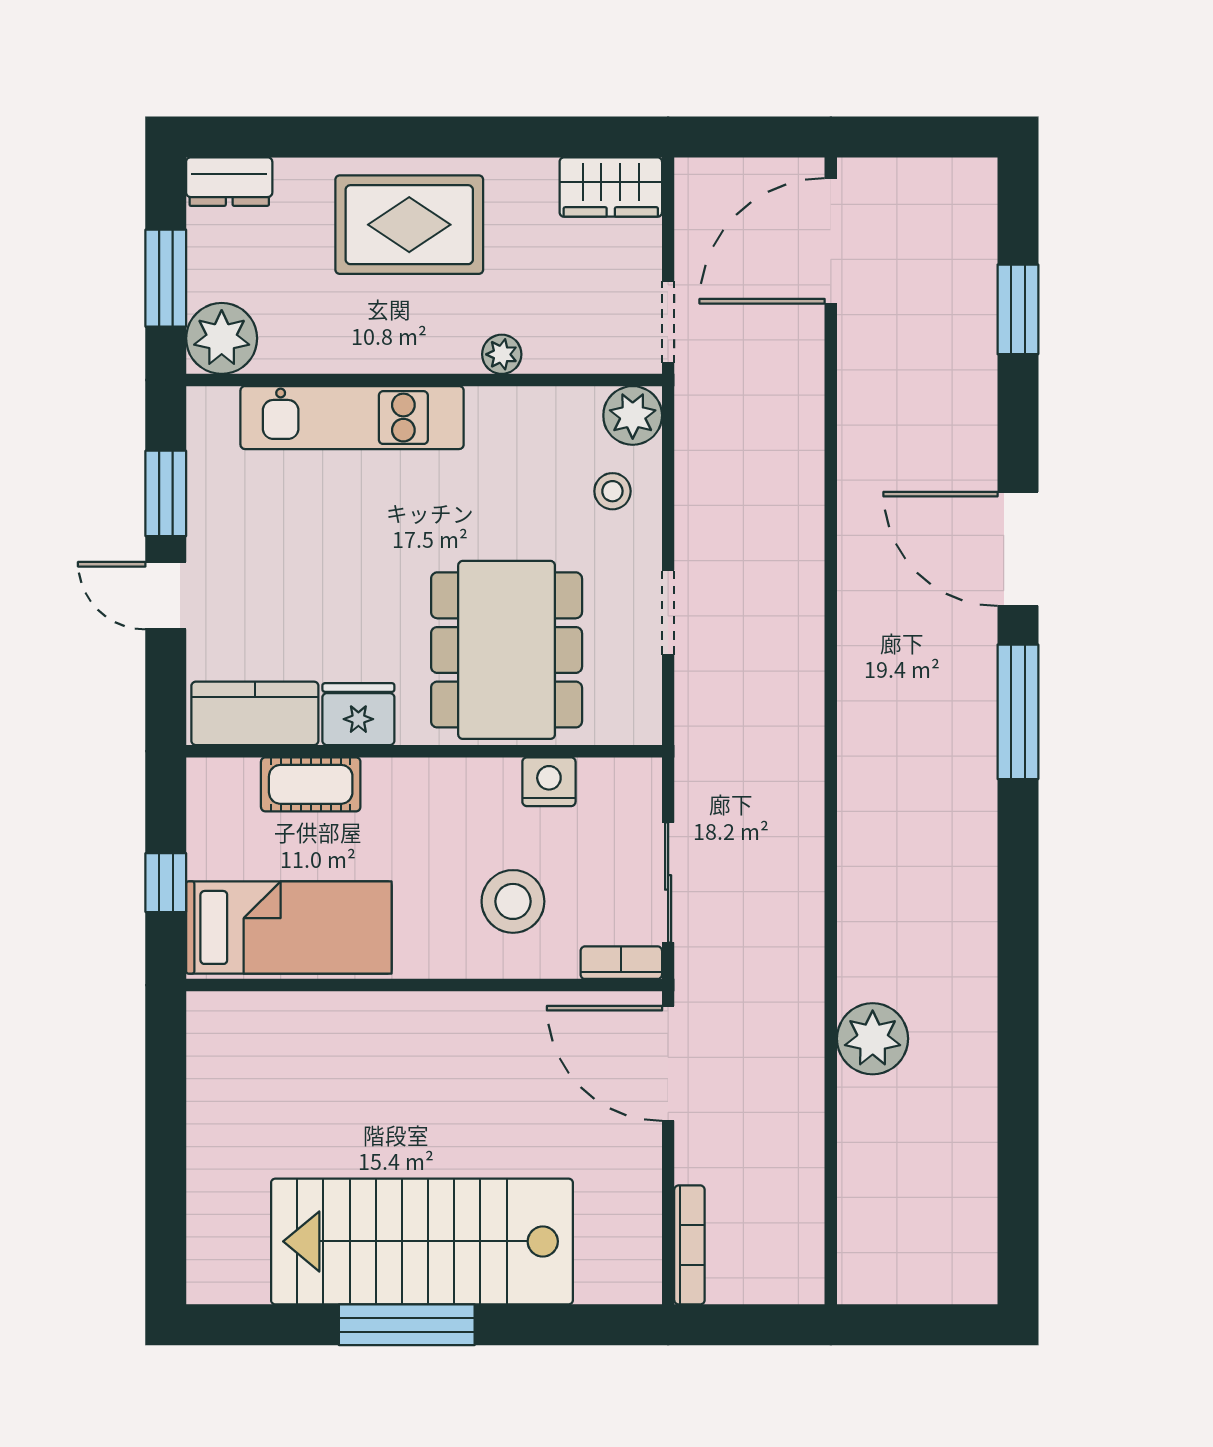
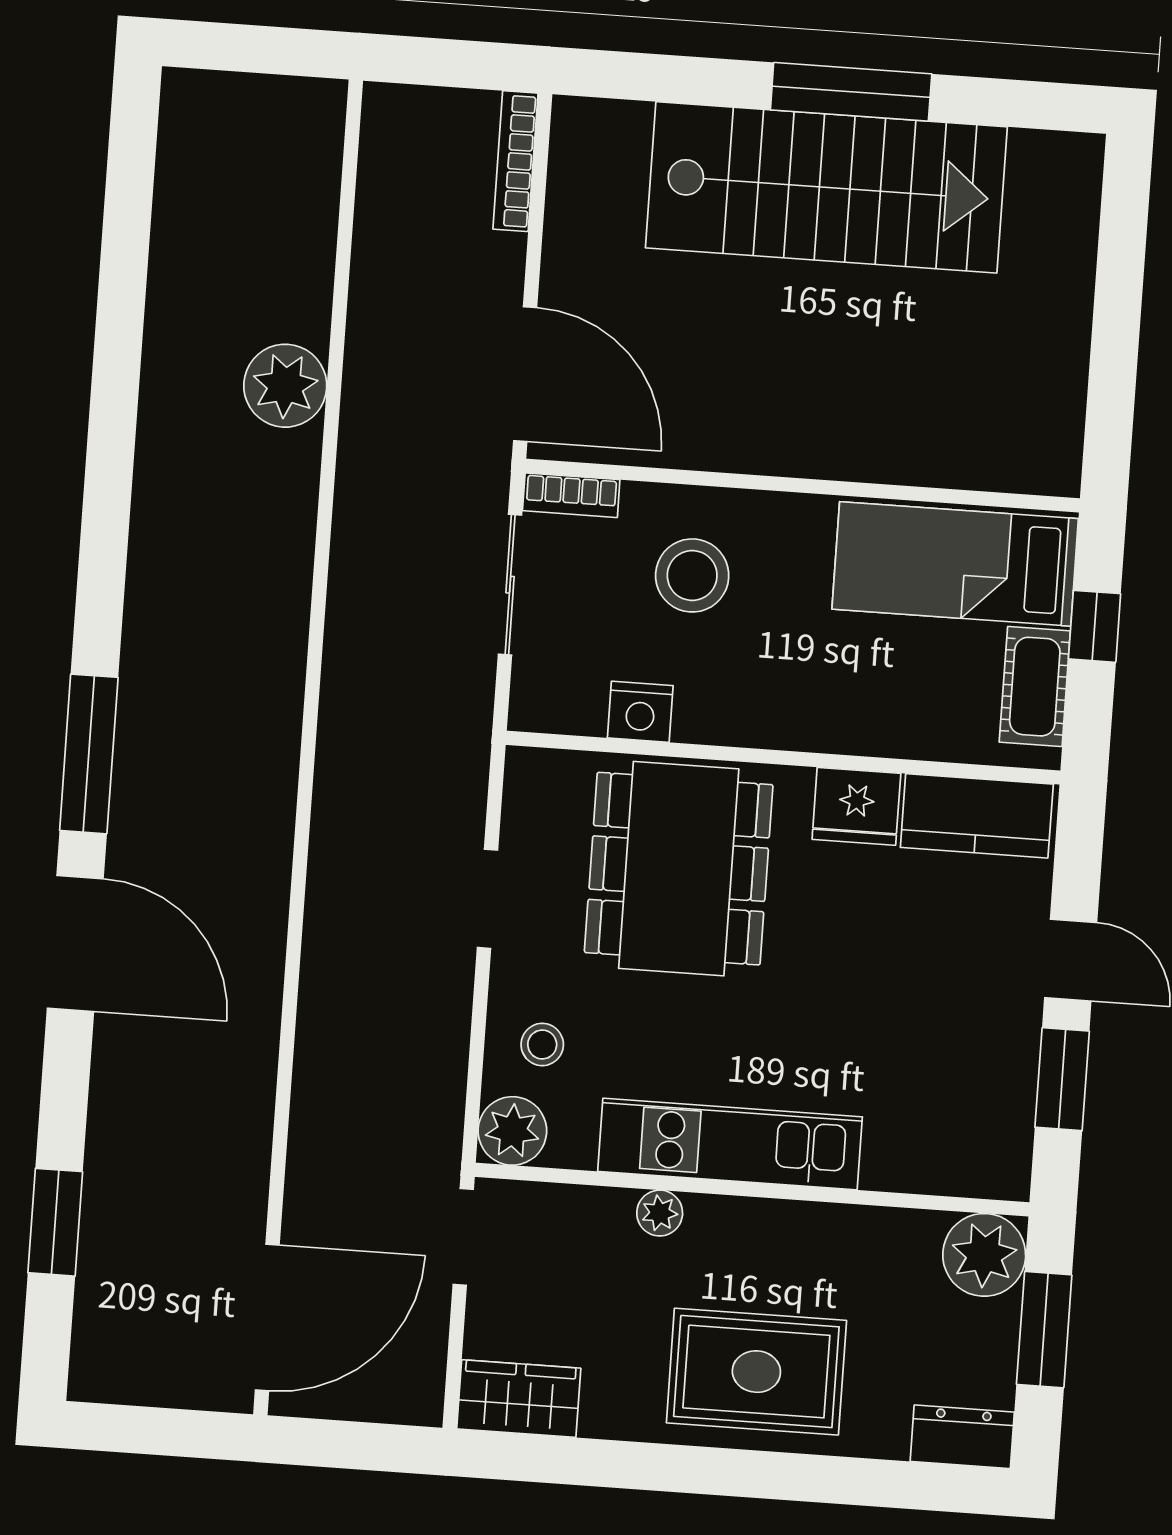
kitchen unit: (352, 418) -> (730, 1144), moved
cot: (311, 784) -> (1035, 687), moved, turned 90

